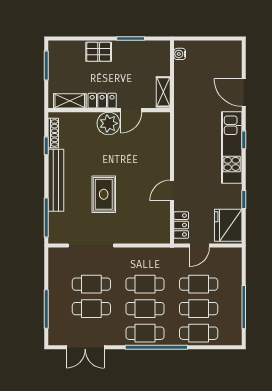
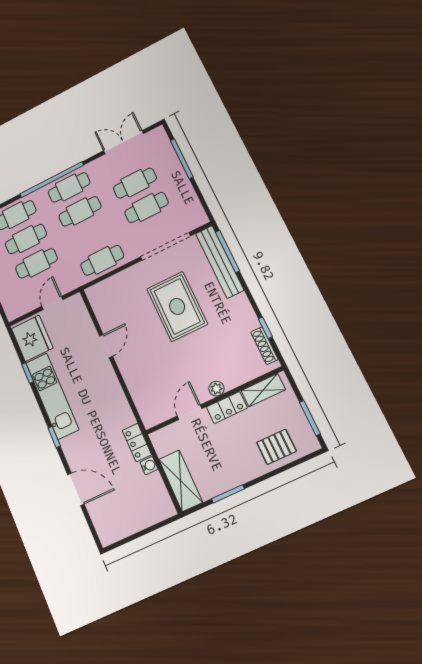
pallet: (99, 52) -> (276, 447), moved
water cooler: (180, 54) -> (149, 466), moved
shelving: (163, 92) -> (181, 481), moved, width x1.50, depth x1.33
plant: (109, 123) -> (216, 389), width x0.53, depth x0.53
kitchen unit: (232, 147) -> (52, 396), moved
bench: (56, 180) -> (220, 262), moved
rug: (104, 194) -> (177, 306), width x1.36, depth x1.43
locker: (181, 225) -> (137, 442), moved
cafe table: (145, 284) -> (102, 260), moved

